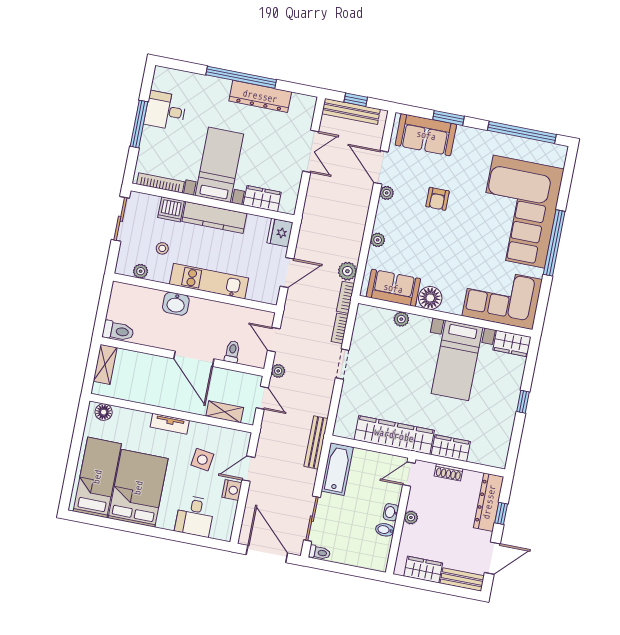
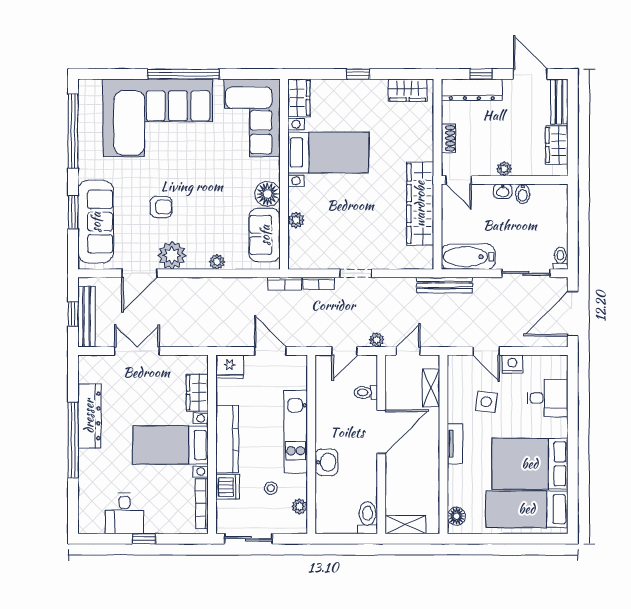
window: (139, 124) -> (144, 539), width x0.46
sofa: (426, 135) -> (96, 222), width x1.36
plant: (387, 193) -> (172, 255), width x1.88, depth x1.88
plant: (347, 271) -> (256, 287), removed
wardrobe: (451, 448) -> (408, 90), moved, turned -90

